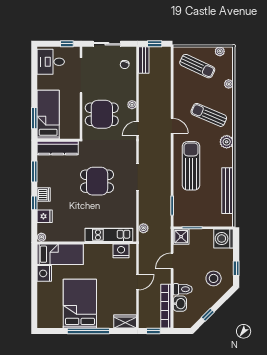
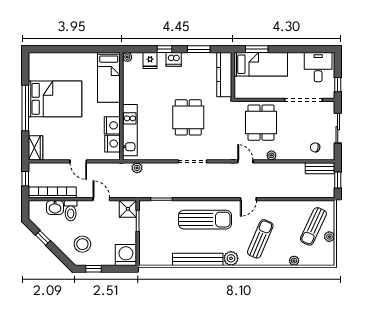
plant: (220, 51) -> (329, 237), moved
bench: (228, 191) -> (198, 259), moved
nightstand: (44, 273) -> (112, 125), moved, turned 90

